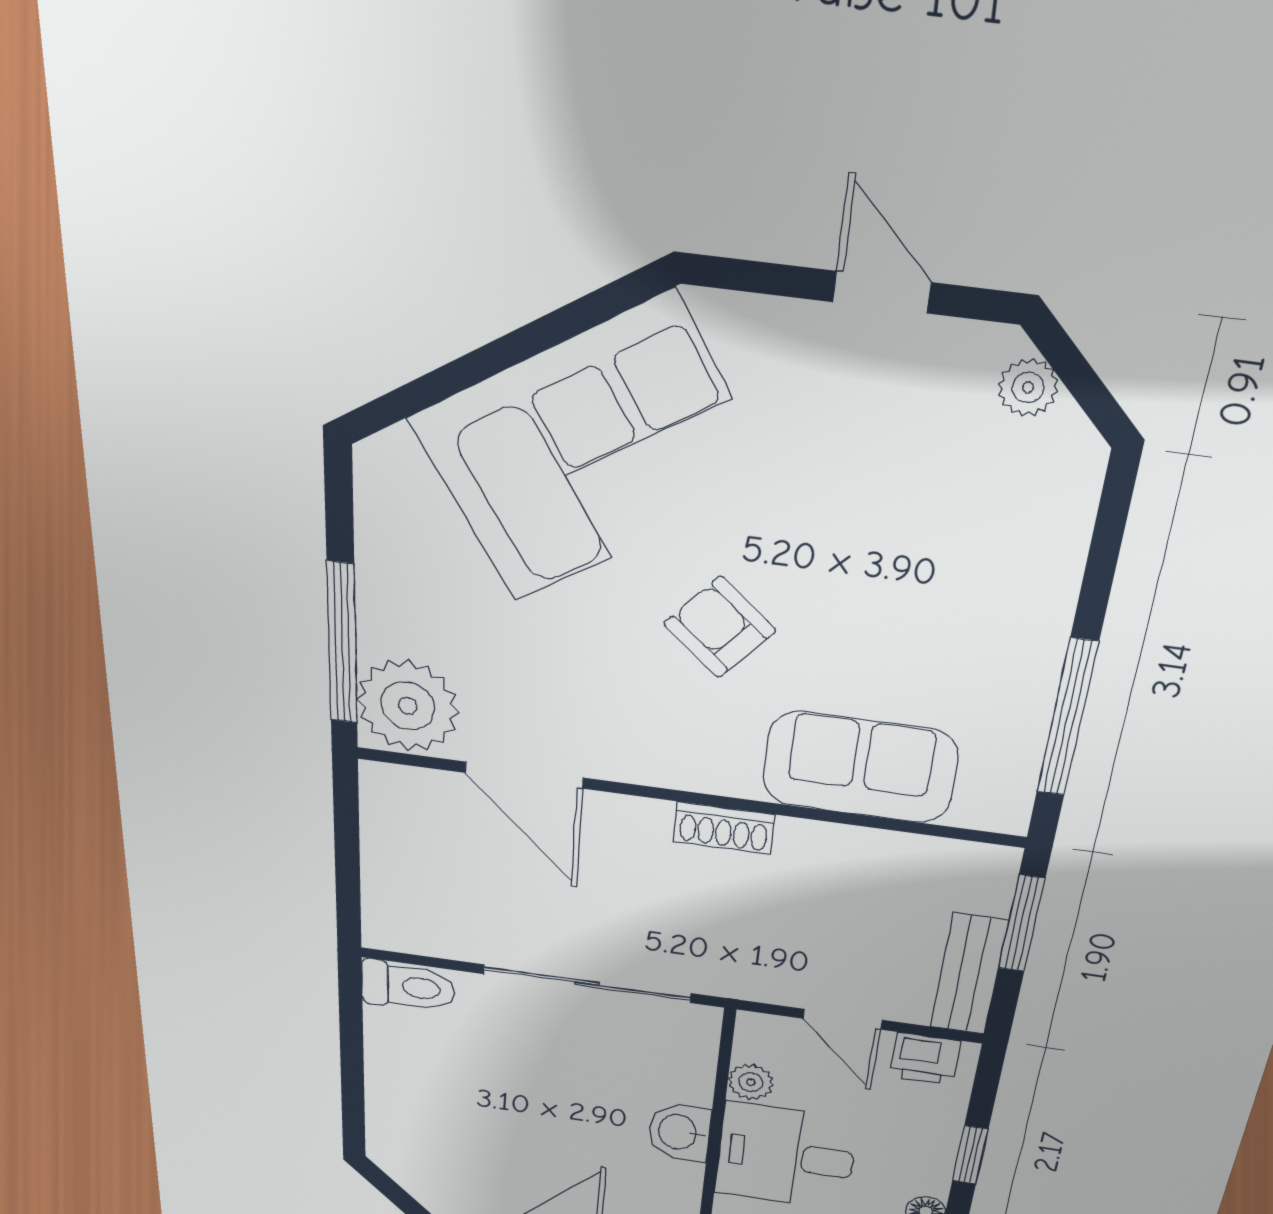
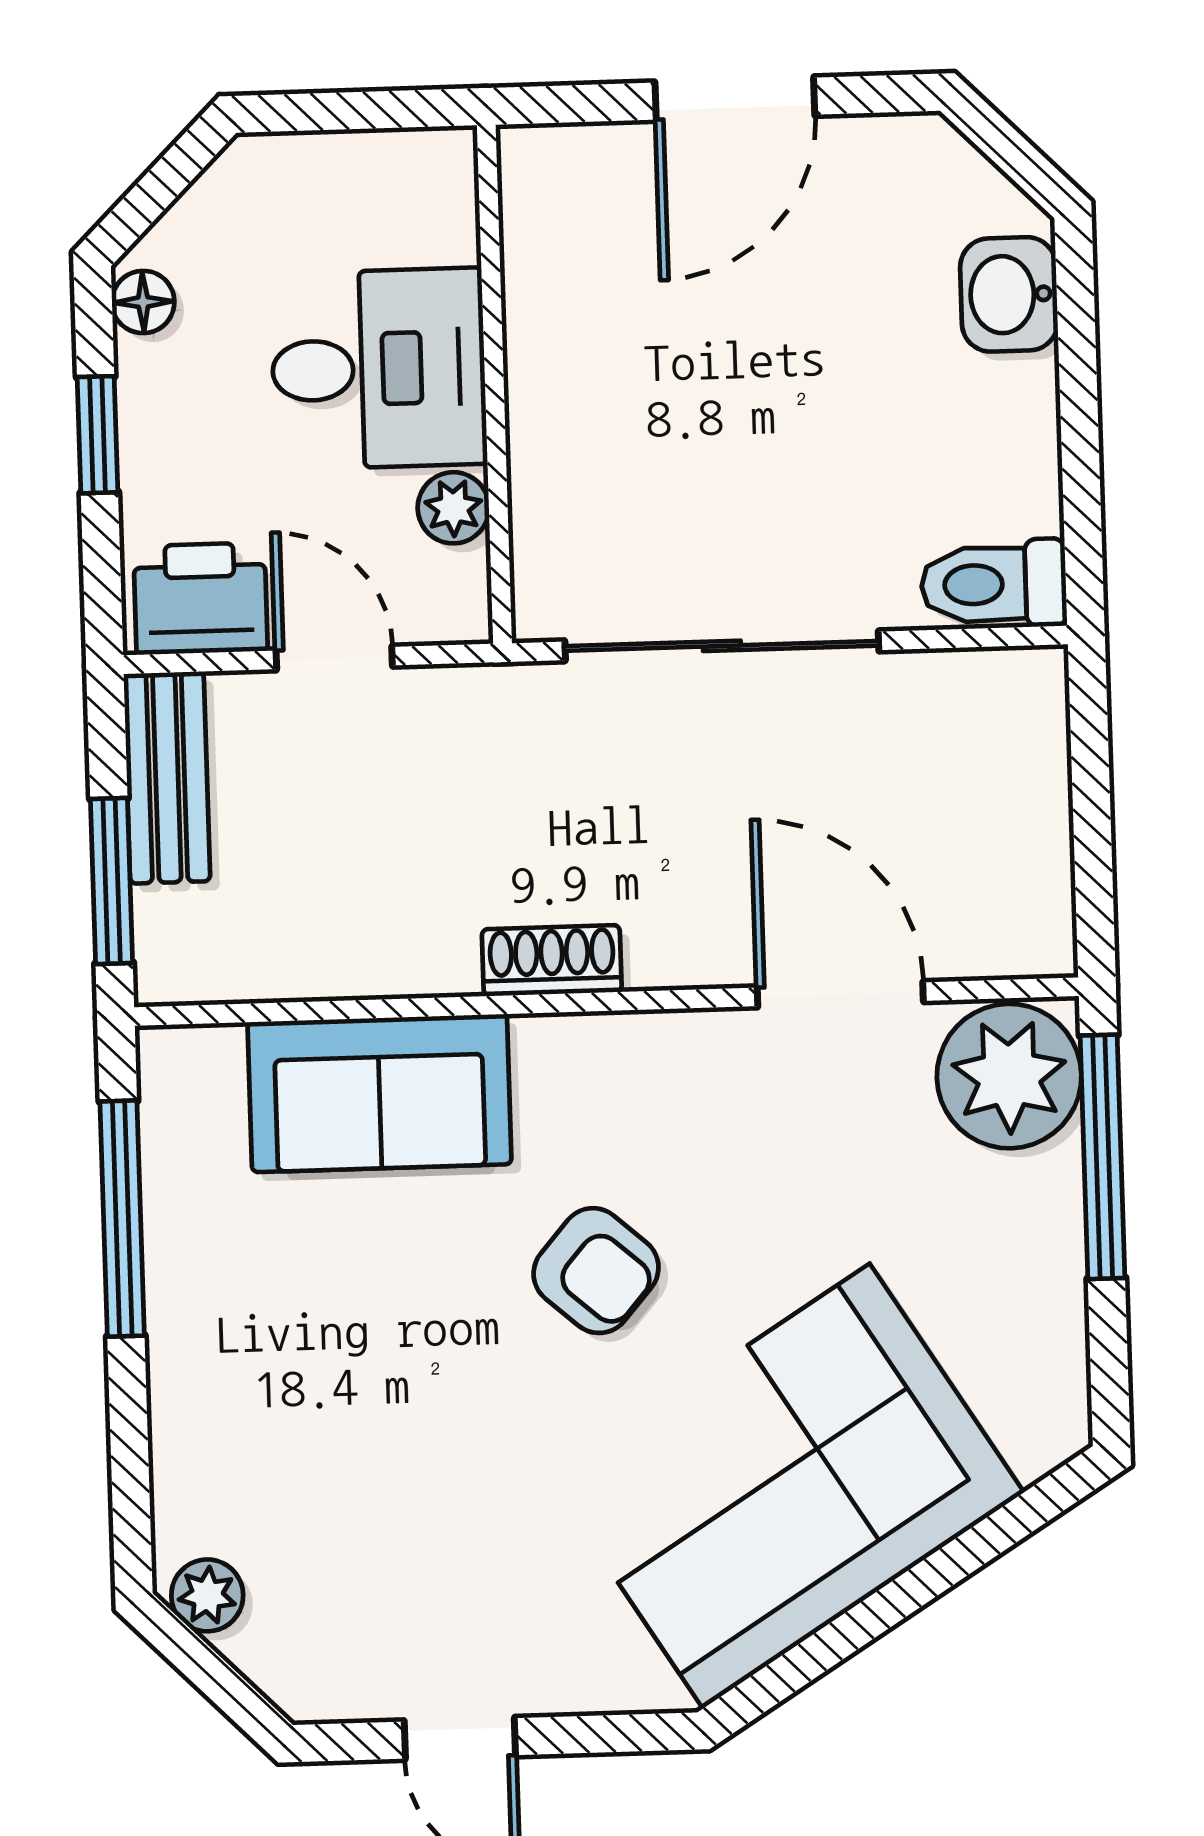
plant: (1028, 387) -> (207, 1595), moved
printer: (925, 1059) -> (201, 599), width x1.36, depth x1.24
washbasin: (679, 1132) -> (1009, 294), moved, turned 180

